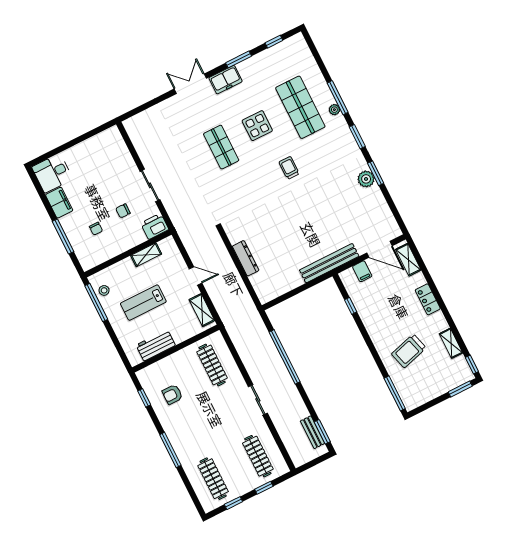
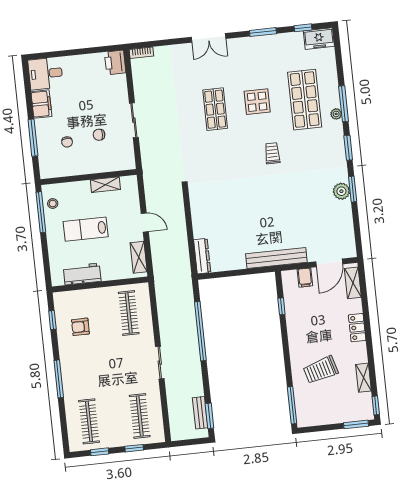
freezer: (226, 80) -> (319, 39), moved
double door: (190, 84) -> (208, 38), swing flipped
bookcase: (134, 121) -> (141, 53), added
printer: (155, 226) -> (115, 62), moved, turned -90
door: (380, 249) -> (329, 263), hinge flipped
dresser: (246, 258) -> (202, 256), moved

